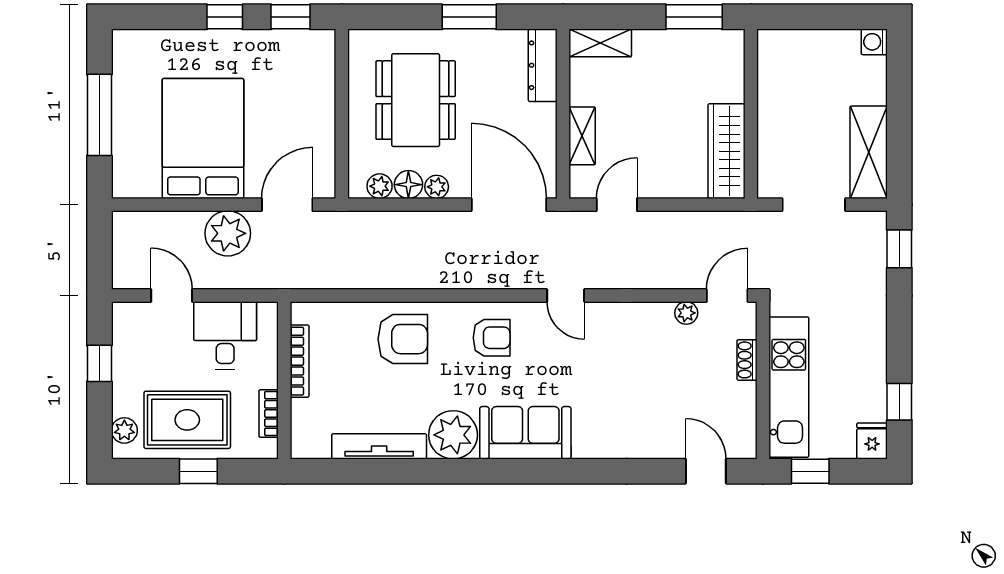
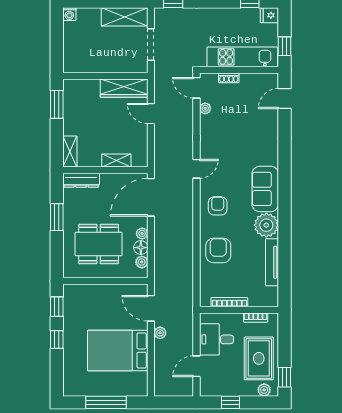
door: (617, 205) -> (151, 114), moved
plant: (228, 233) -> (160, 333), width x0.53, depth x0.53
window: (198, 471) -> (285, 377), moved

